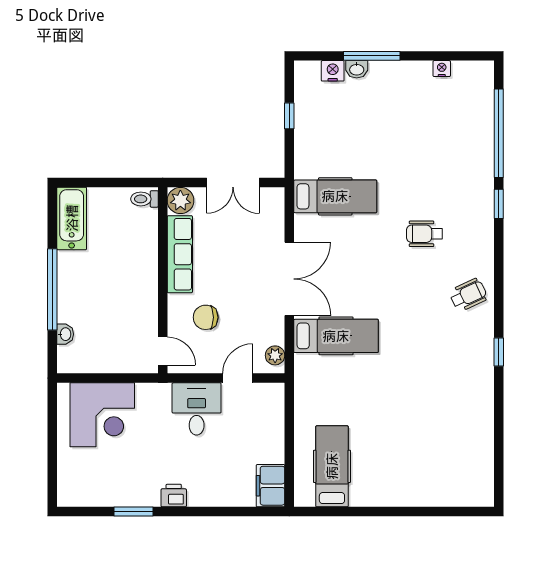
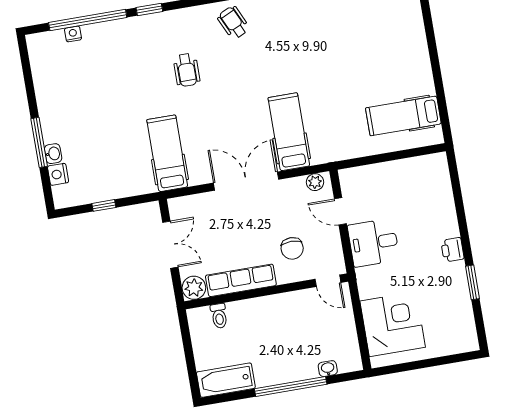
nightstand: (442, 69) -> (73, 34), moved, turned 90
toilet: (144, 199) -> (219, 316), moved
door: (163, 351) -> (328, 281), swing flipped
filing cabinet: (270, 486) -> (429, 167), removed

